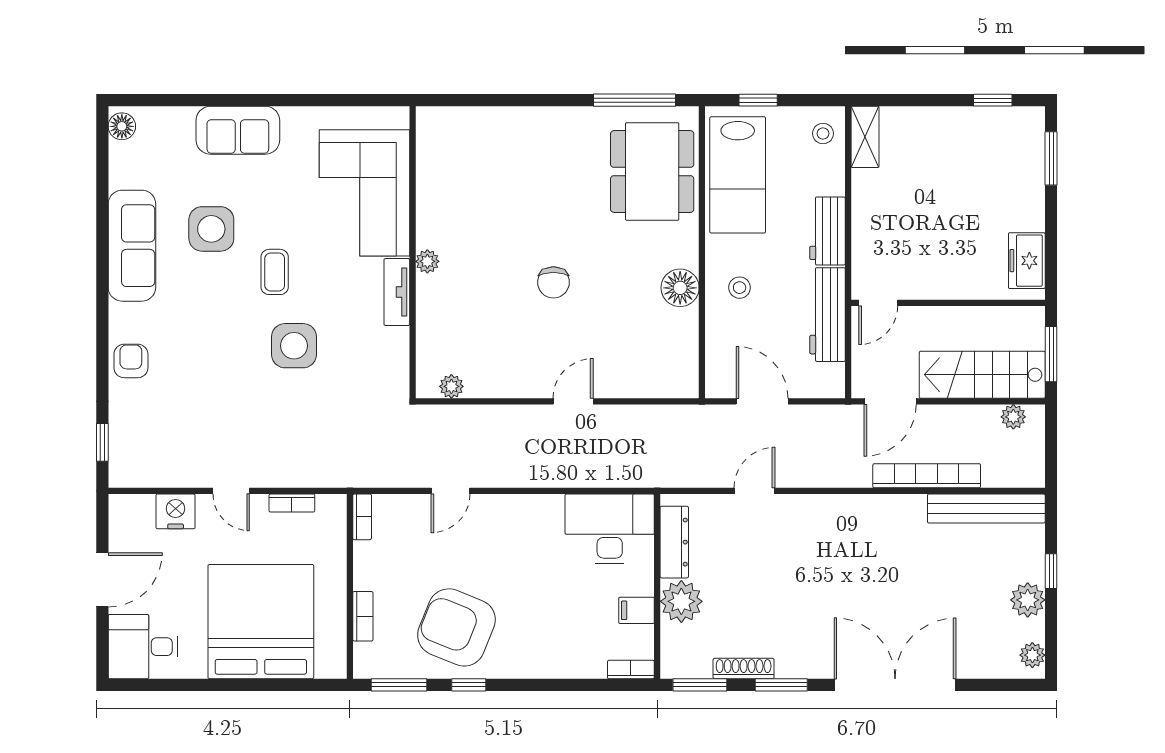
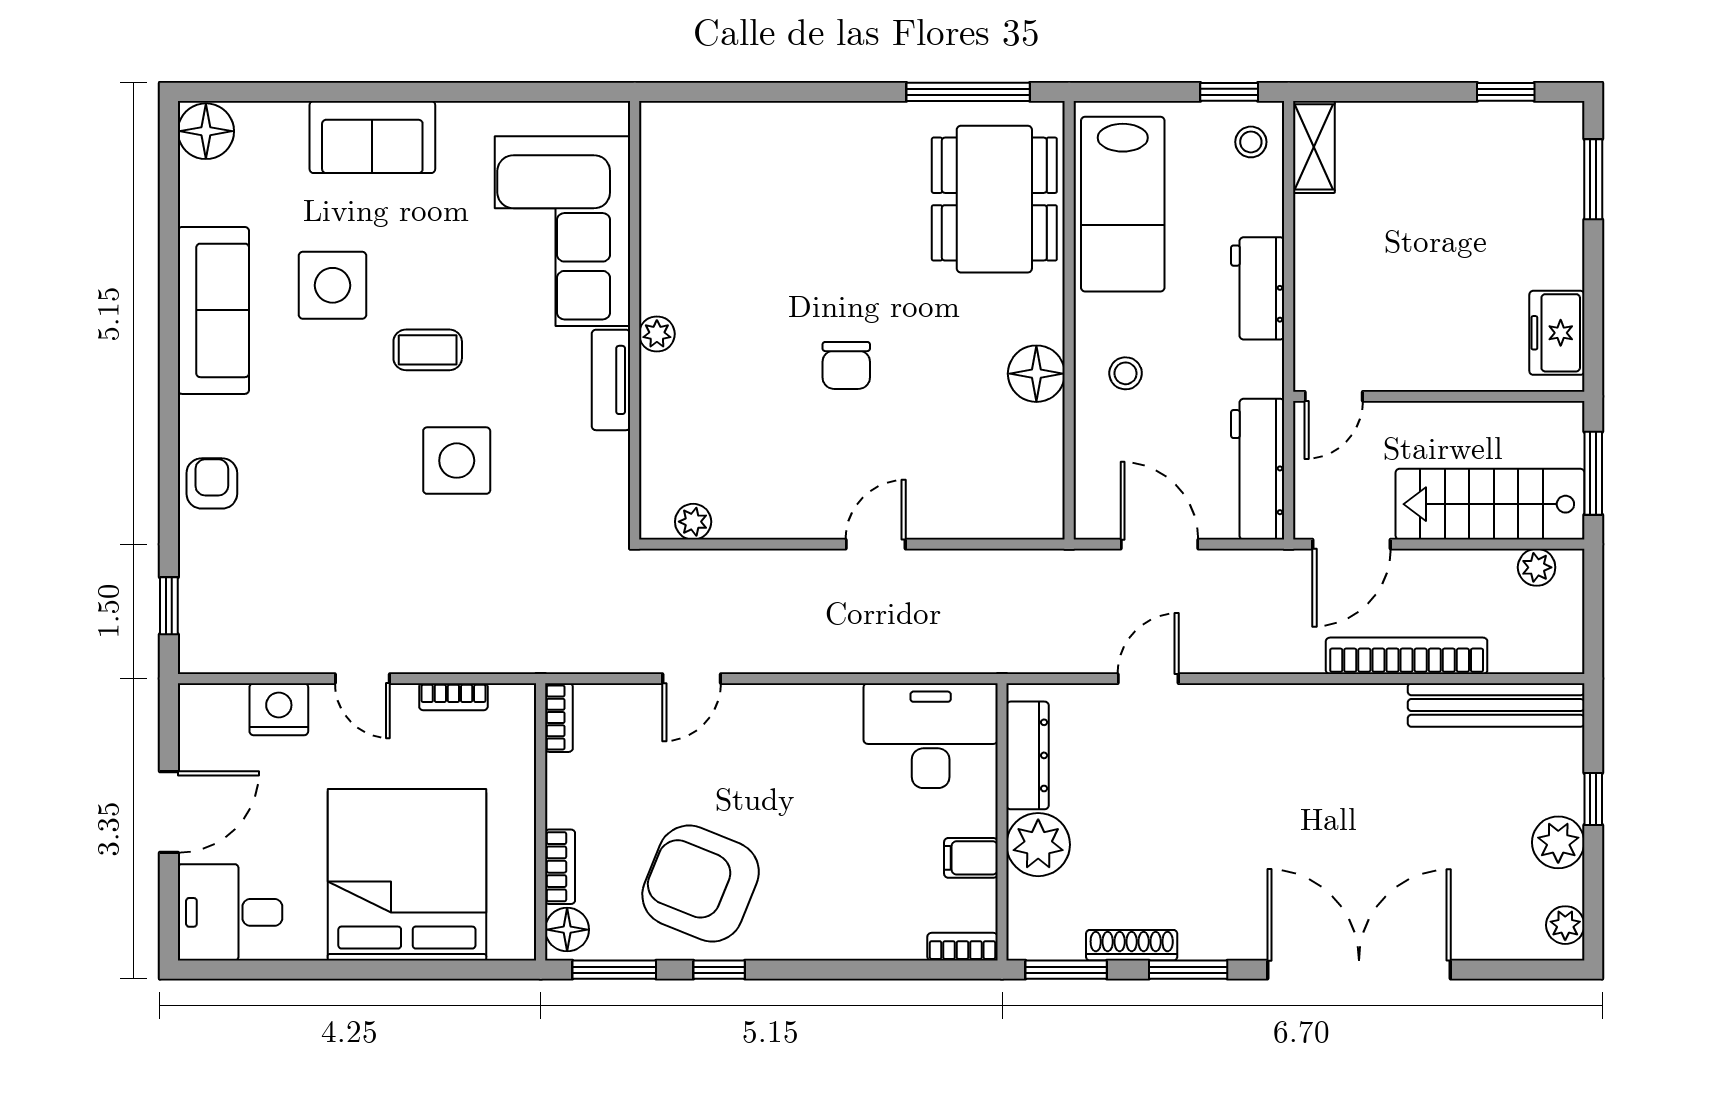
window: (758, 100) -> (1229, 92), moved
floor lamp: (122, 126) -> (206, 131), width x1.38, depth x1.38
coffee table: (275, 272) -> (428, 350), turned 90
workbench: (828, 315) -> (1258, 469), moved
floor lamp: (368, 658) -> (567, 930), added

